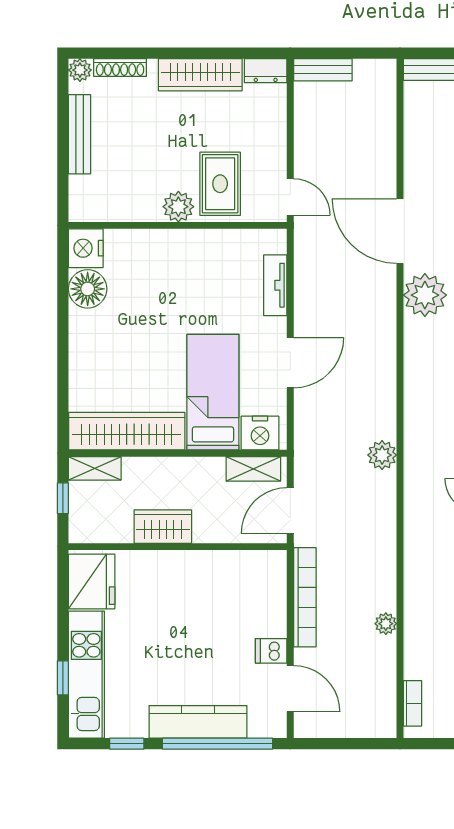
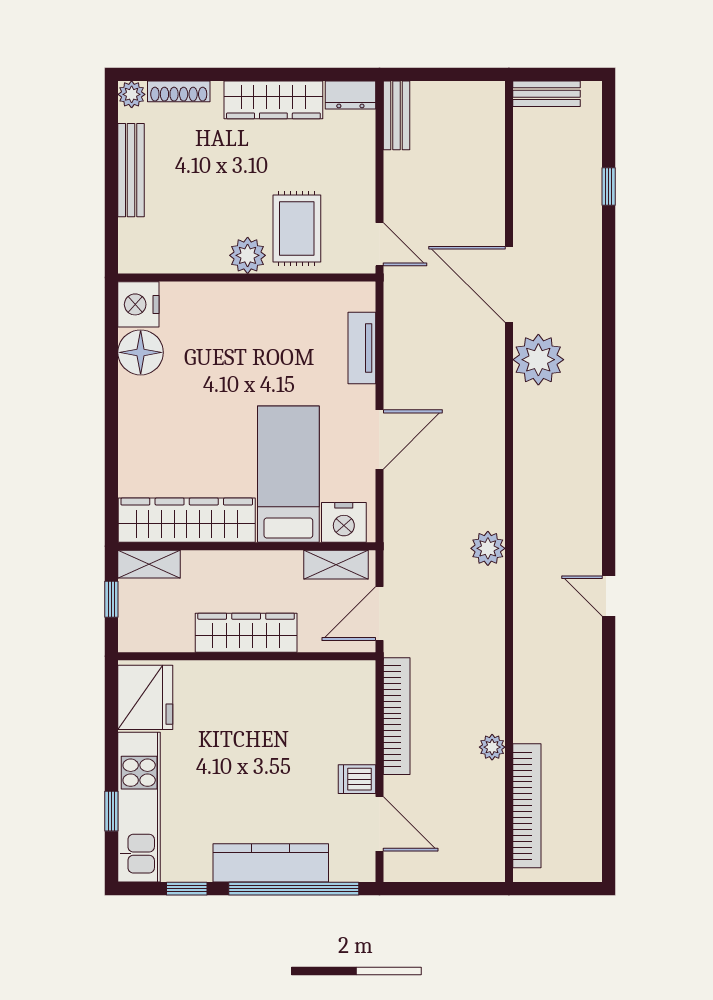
bench: (323, 70) -> (397, 115), moved, turned 90
wardrobe: (163, 527) -> (246, 633), width x1.50
bookcase: (412, 703) -> (527, 806), width x2.31, depth x1.31

